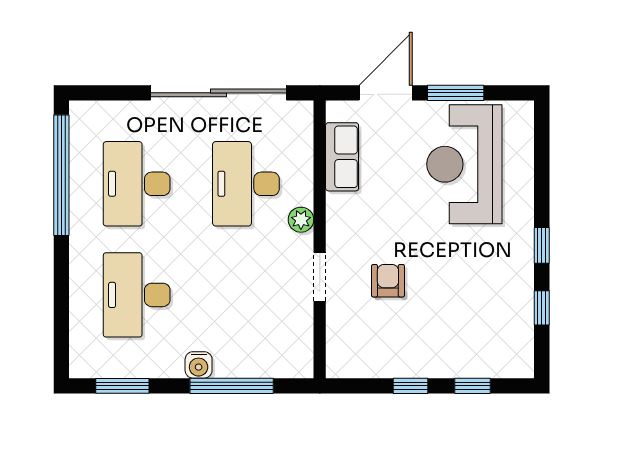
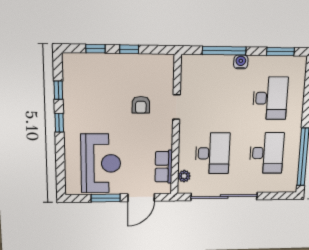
plant: (301, 220) -> (184, 176), moved

